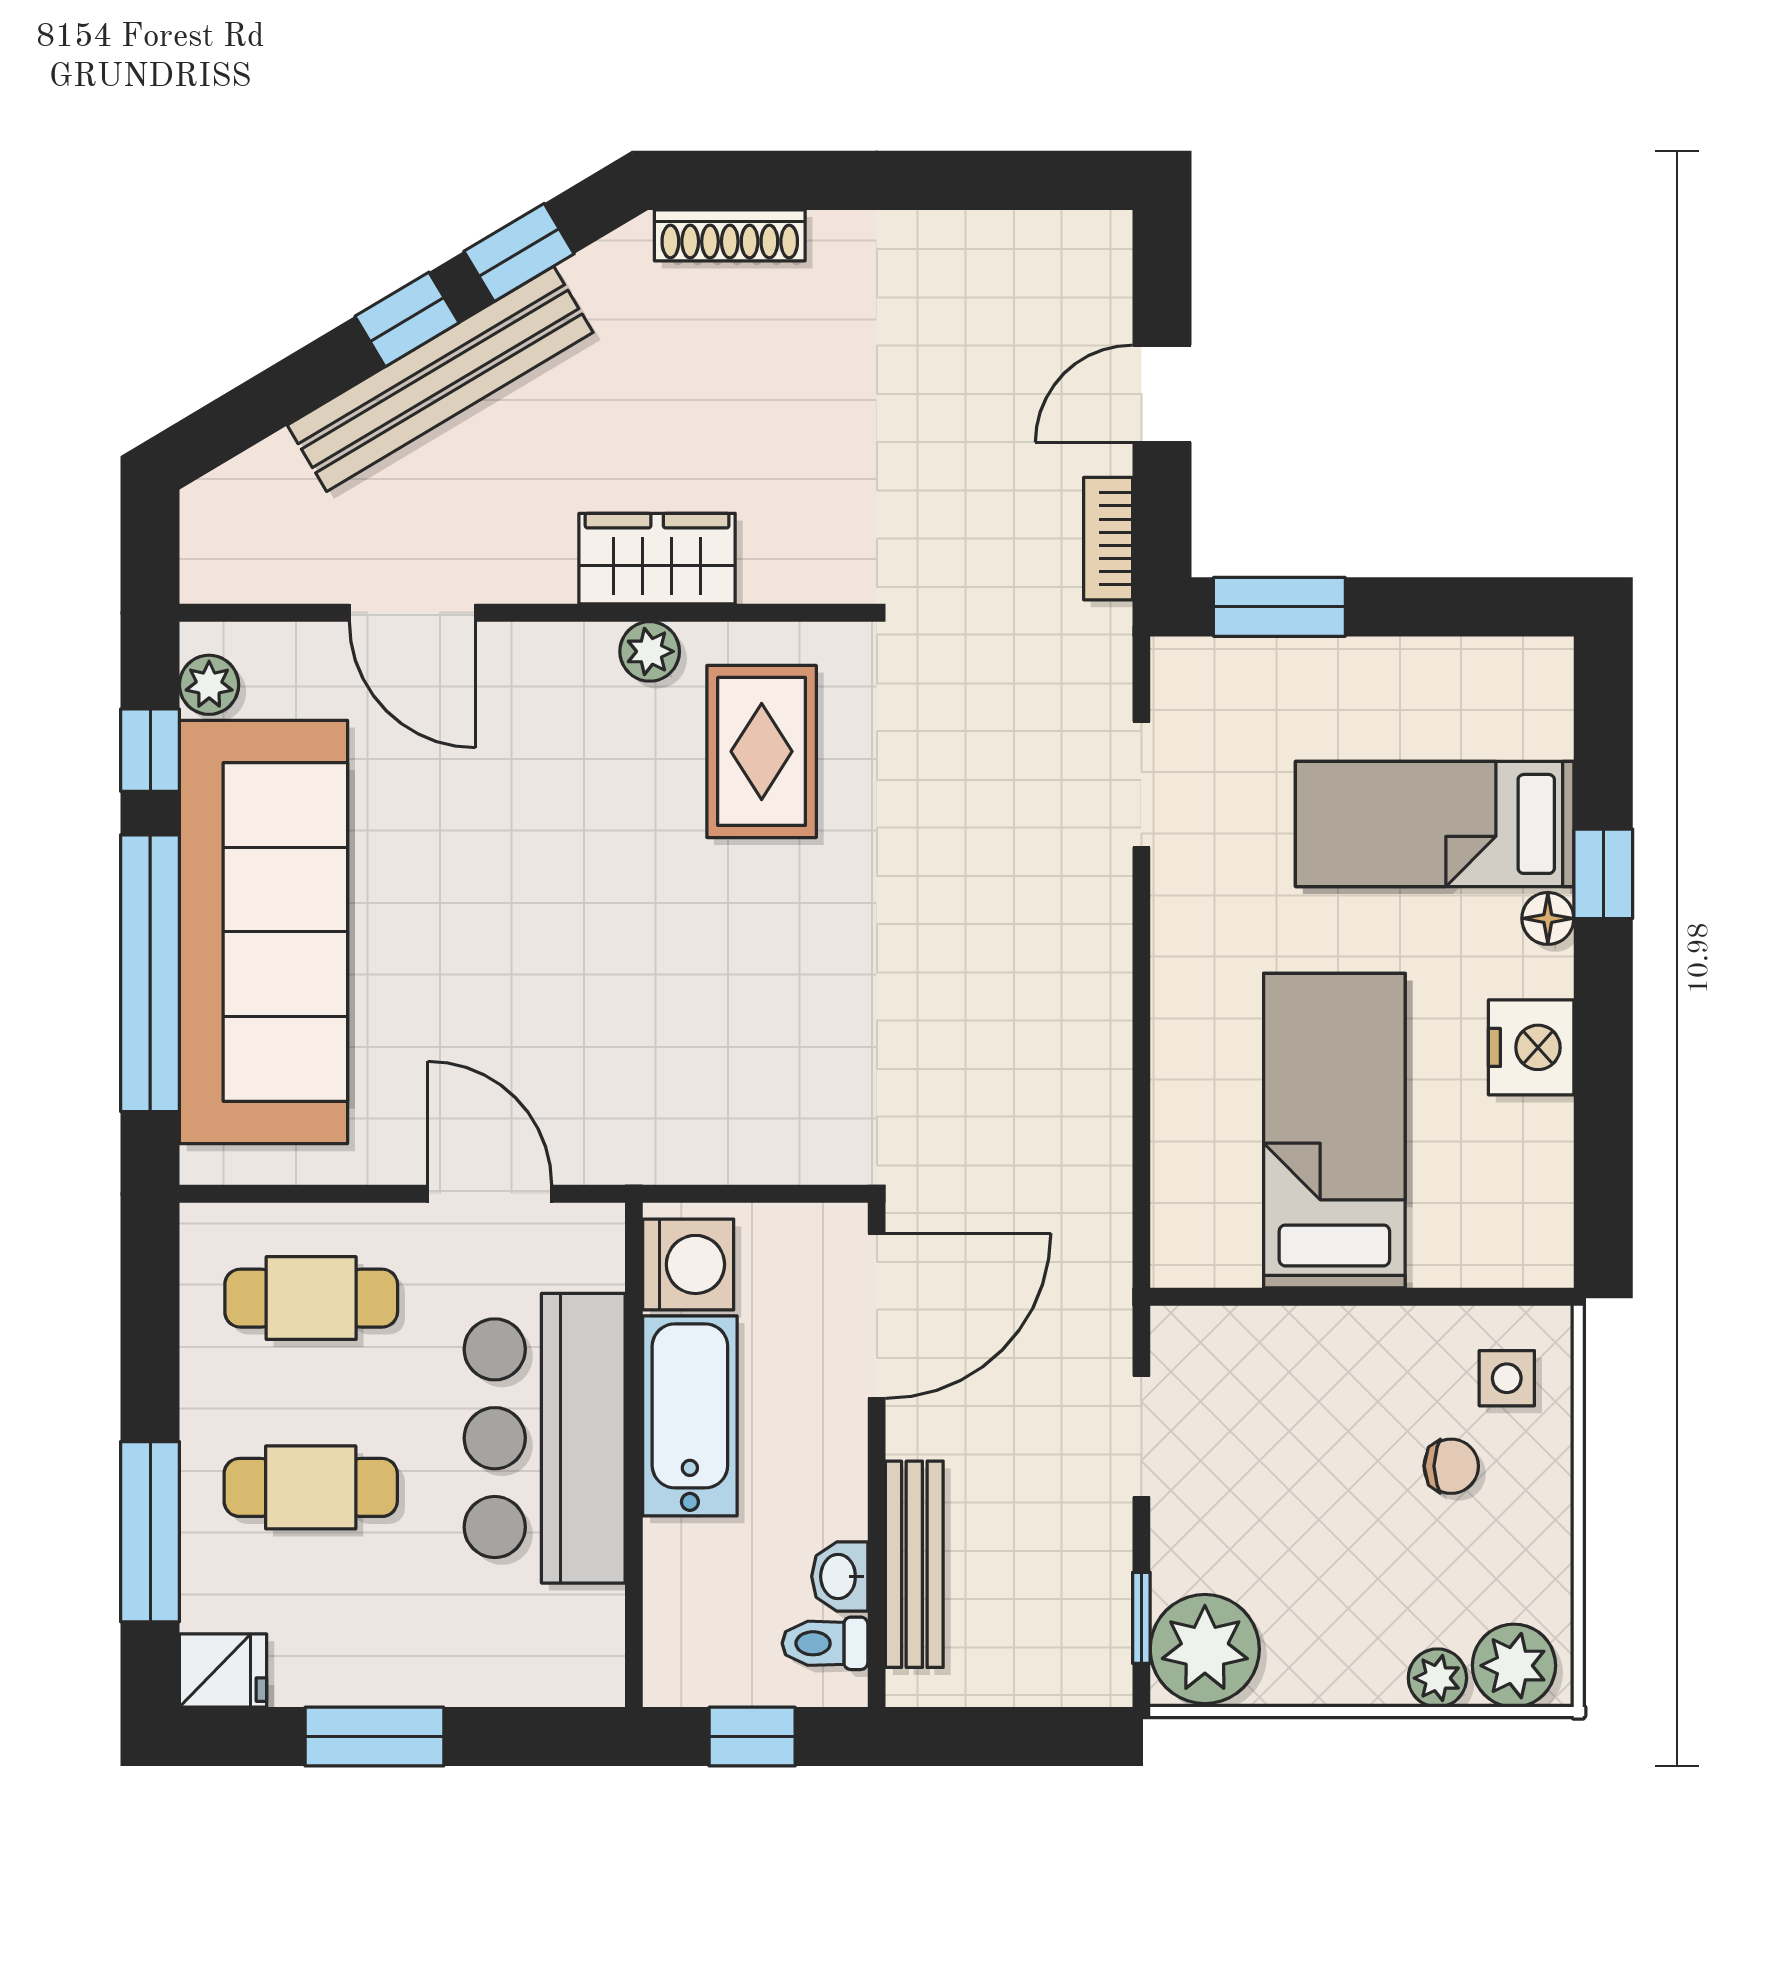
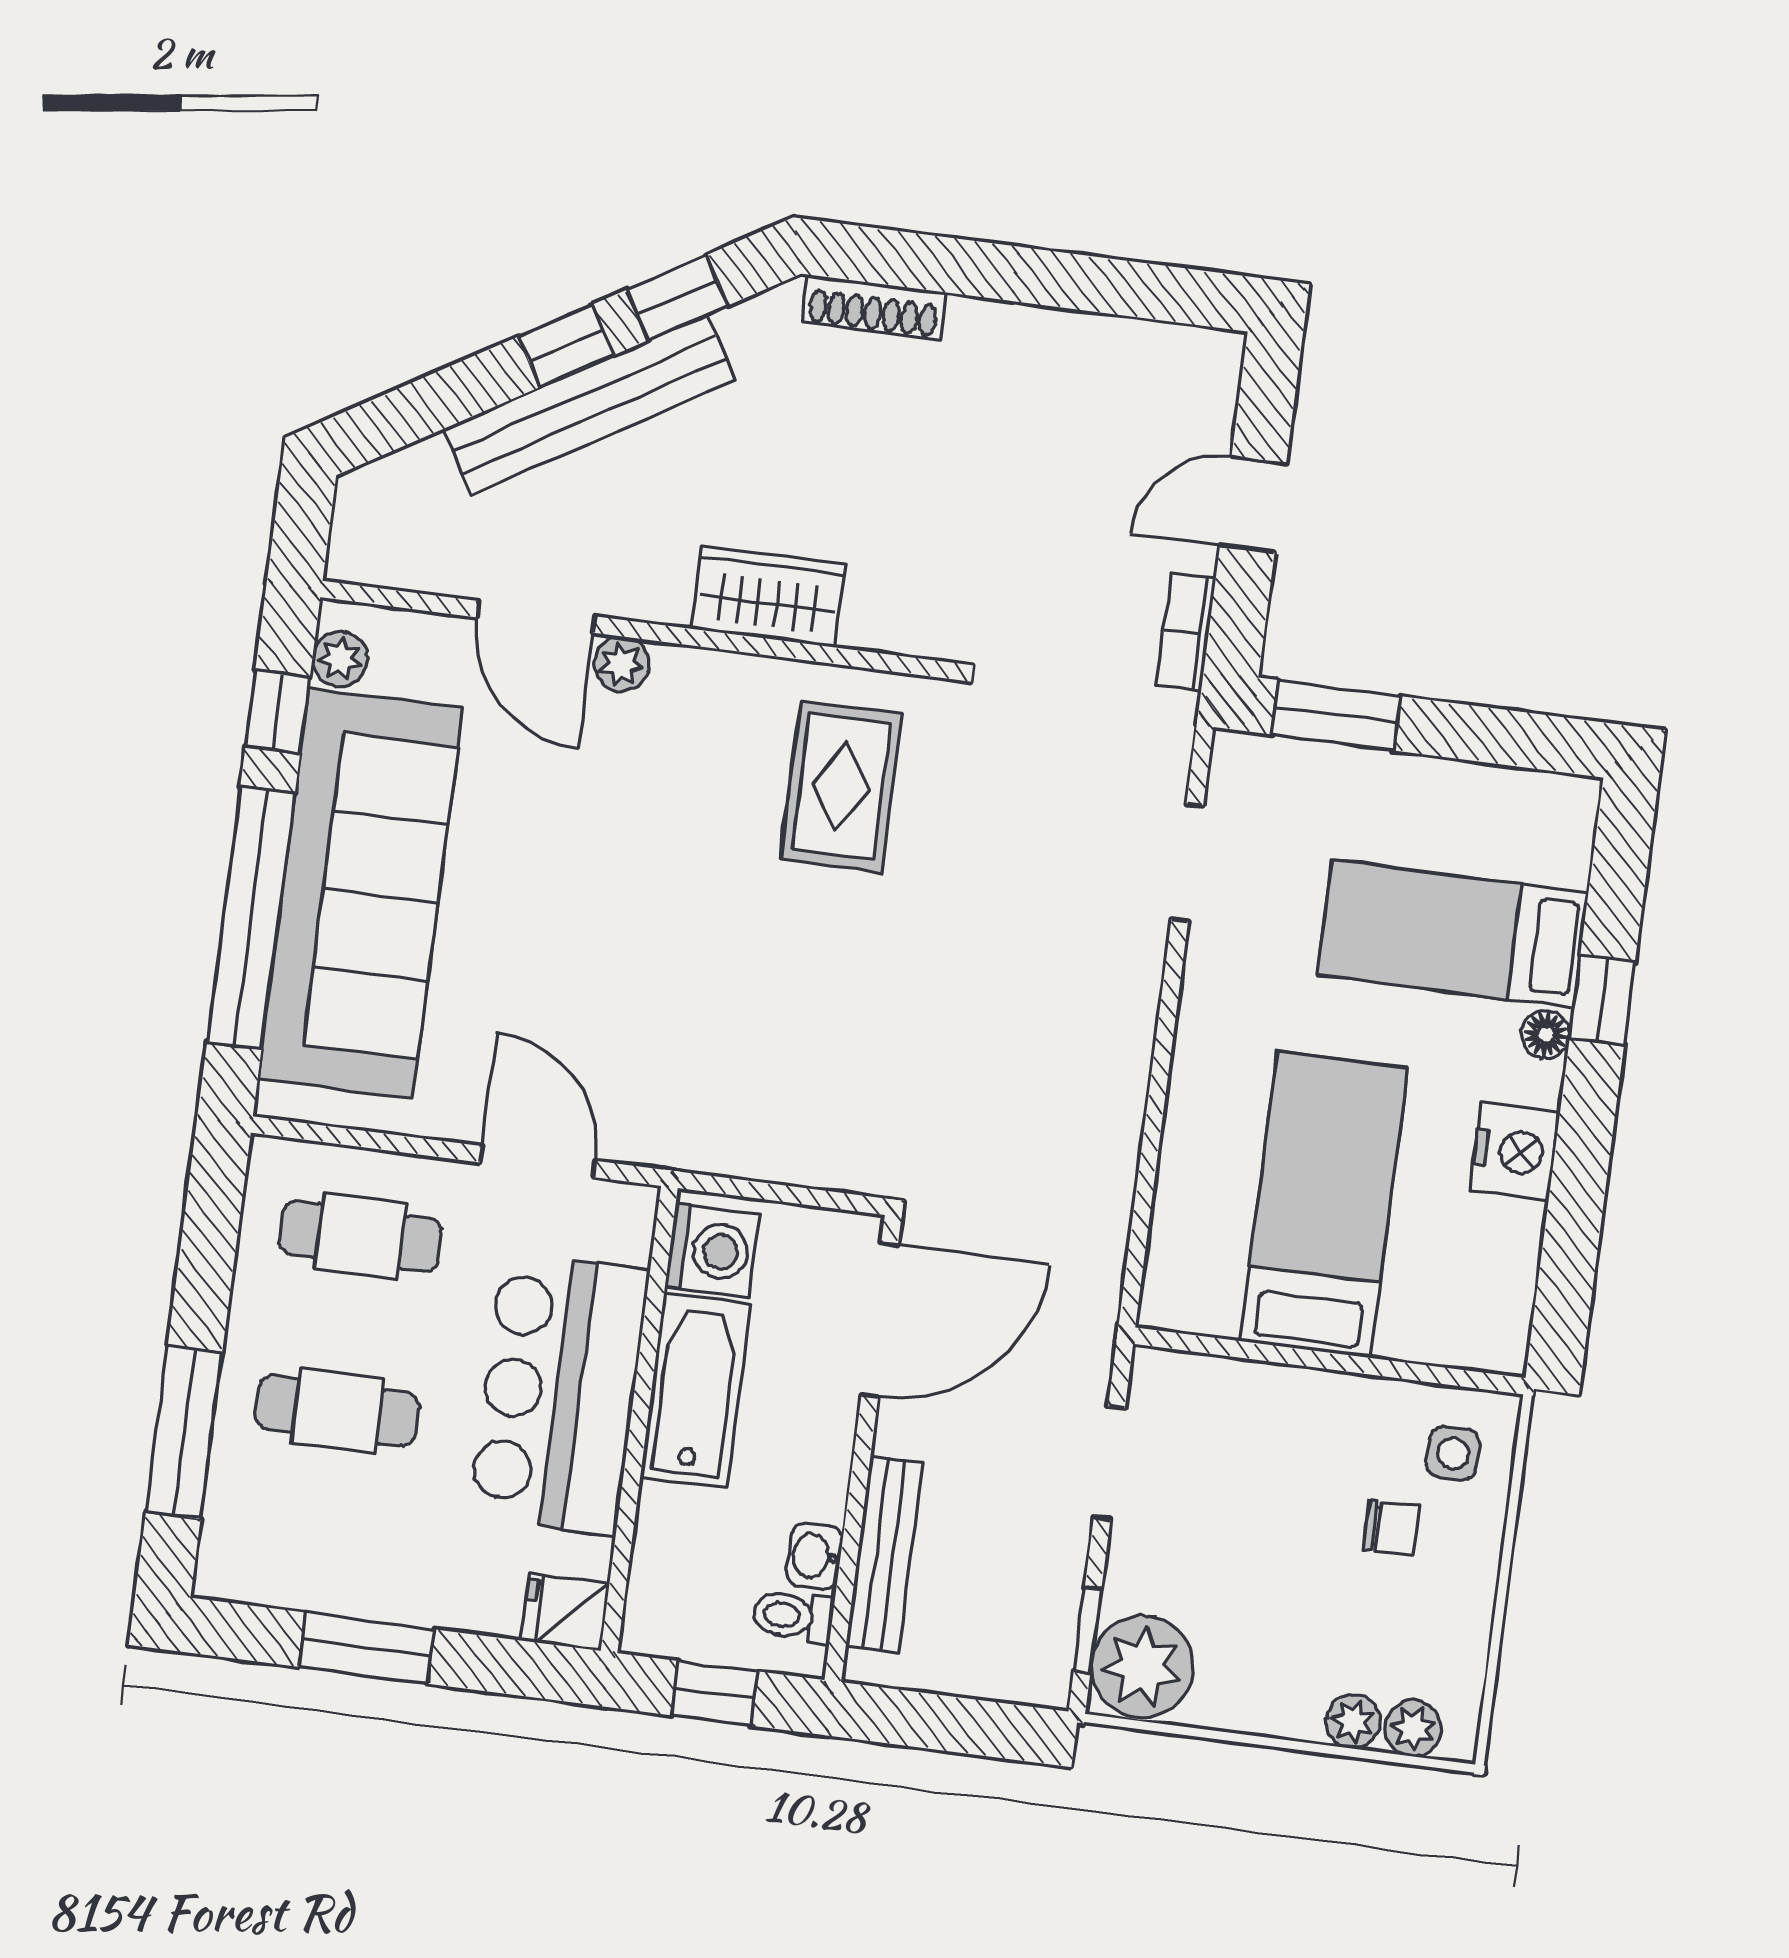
plant: (650, 651) -> (621, 664), moved
plant: (1514, 1666) -> (1413, 1728), width x0.73, depth x0.73
fridge: (223, 1671) -> (565, 1612), moved, turned 180

